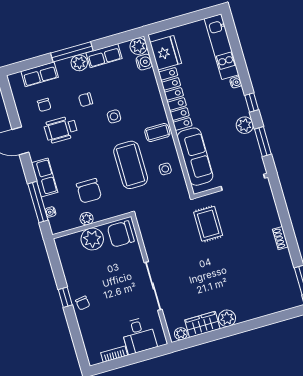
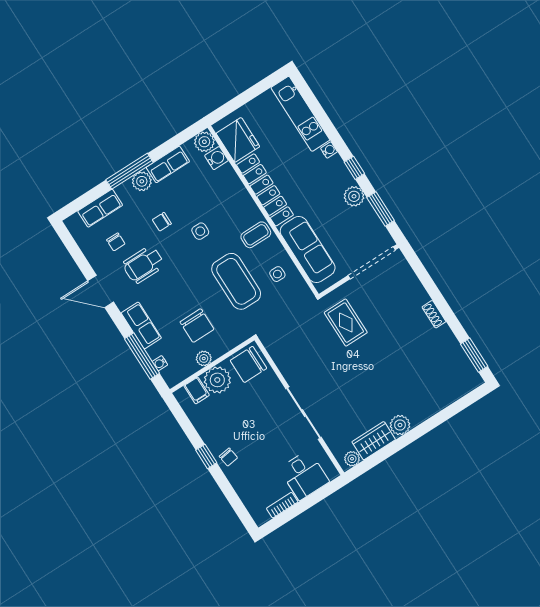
filing cabinet: (73, 242) -> (197, 390), added

